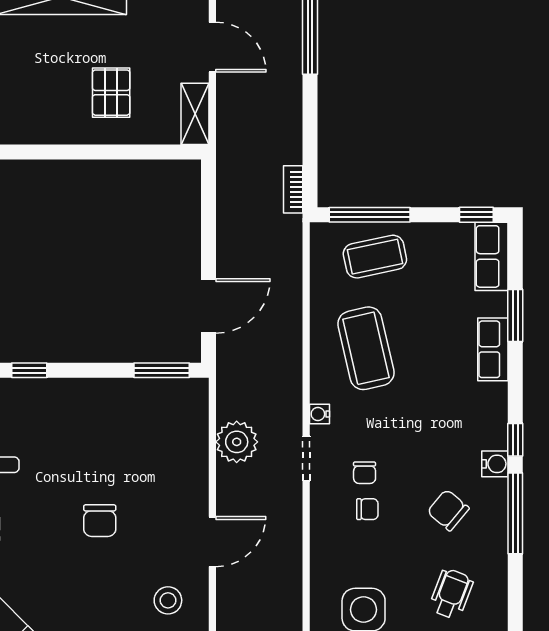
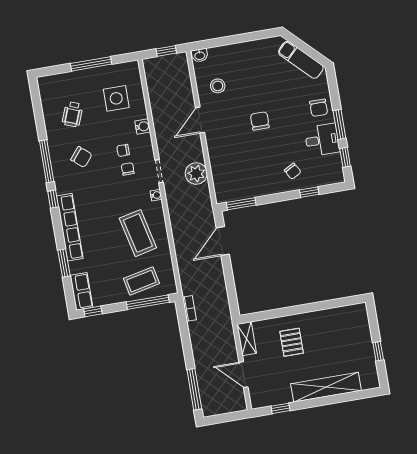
row of seats: (493, 349) -> (70, 227), width x2.02
chair: (54, 415) -> (293, 171), added
water cooler: (495, 464) -> (143, 127), moved, turned 180

